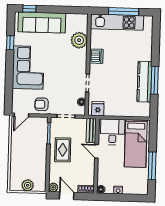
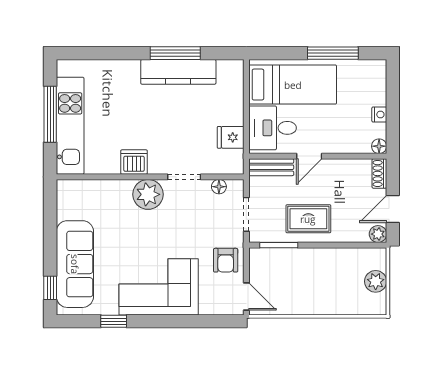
plant: (79, 40) -> (148, 194), moved
fridge: (98, 109) -> (231, 137), moved

